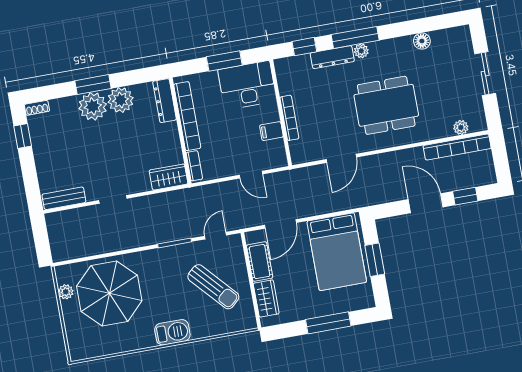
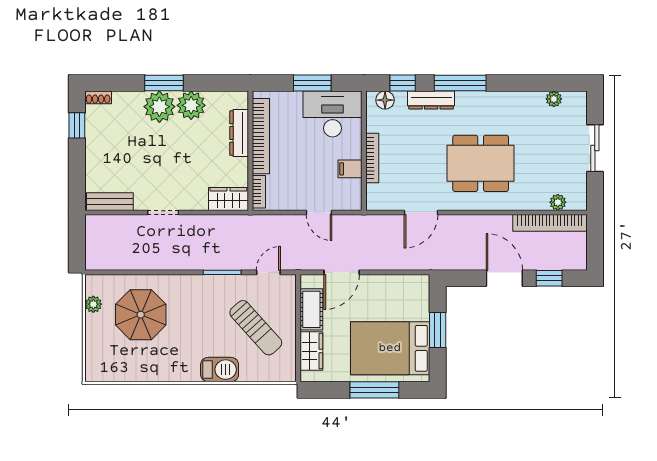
floor lamp: (422, 41) -> (385, 100), moved
plant: (361, 51) -> (554, 99), moved
dresser: (165, 101) -> (239, 133), moved
bed: (337, 252) -> (390, 348), moved, turned 90
parasol: (109, 293) -> (141, 315), width x0.73, depth x0.73
barbecue: (172, 332) -> (220, 370), moved

